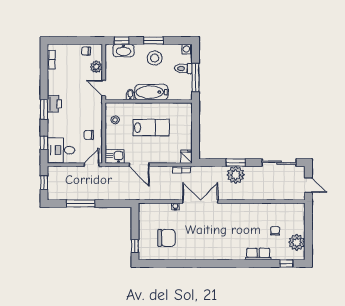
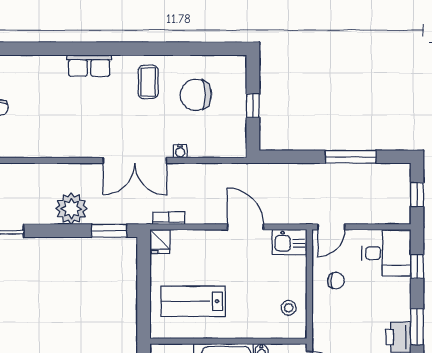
lab bench: (151, 128) -> (193, 301), moved
window: (236, 163) -> (109, 231), moved
coffee table: (193, 245) -> (148, 82), added
window: (135, 246) -> (253, 106), moved
row of seats: (258, 254) -> (89, 66), moved

